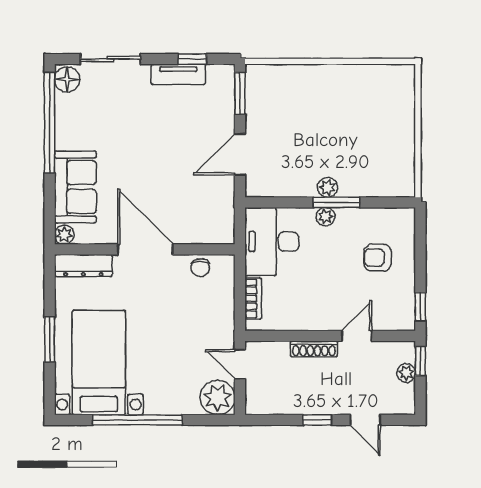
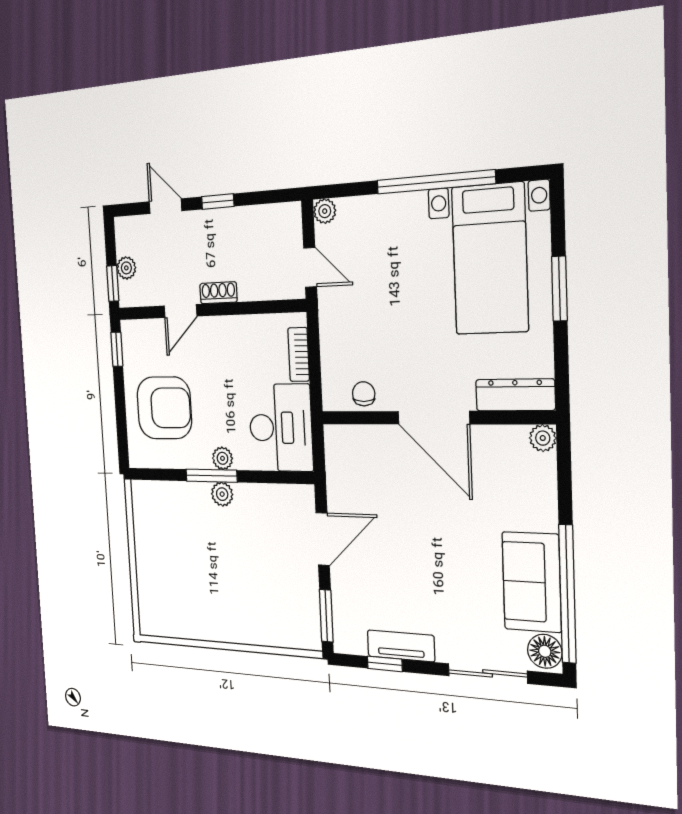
sofa: (75, 187) -> (532, 582), moved
armchair: (378, 258) -> (164, 408), width x1.88, depth x1.88
shoe rack: (314, 349) -> (218, 293), width x0.70
plant: (218, 398) -> (325, 211), width x0.53, depth x0.53

